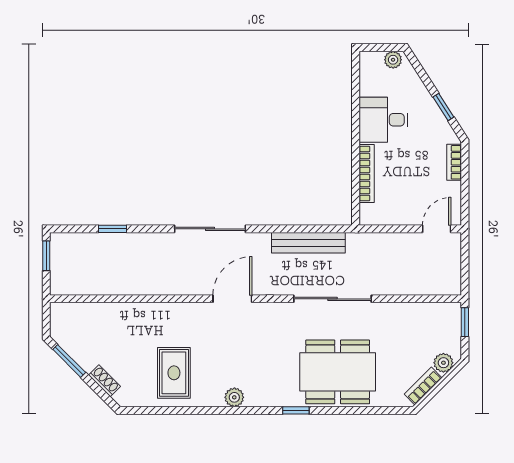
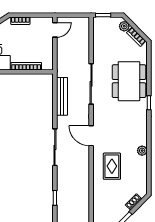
door: (437, 229) -> (55, 30), swing flipped
rug: (174, 373) -> (112, 166), moved, turned 90
plant: (234, 397) -> (142, 151), moved

